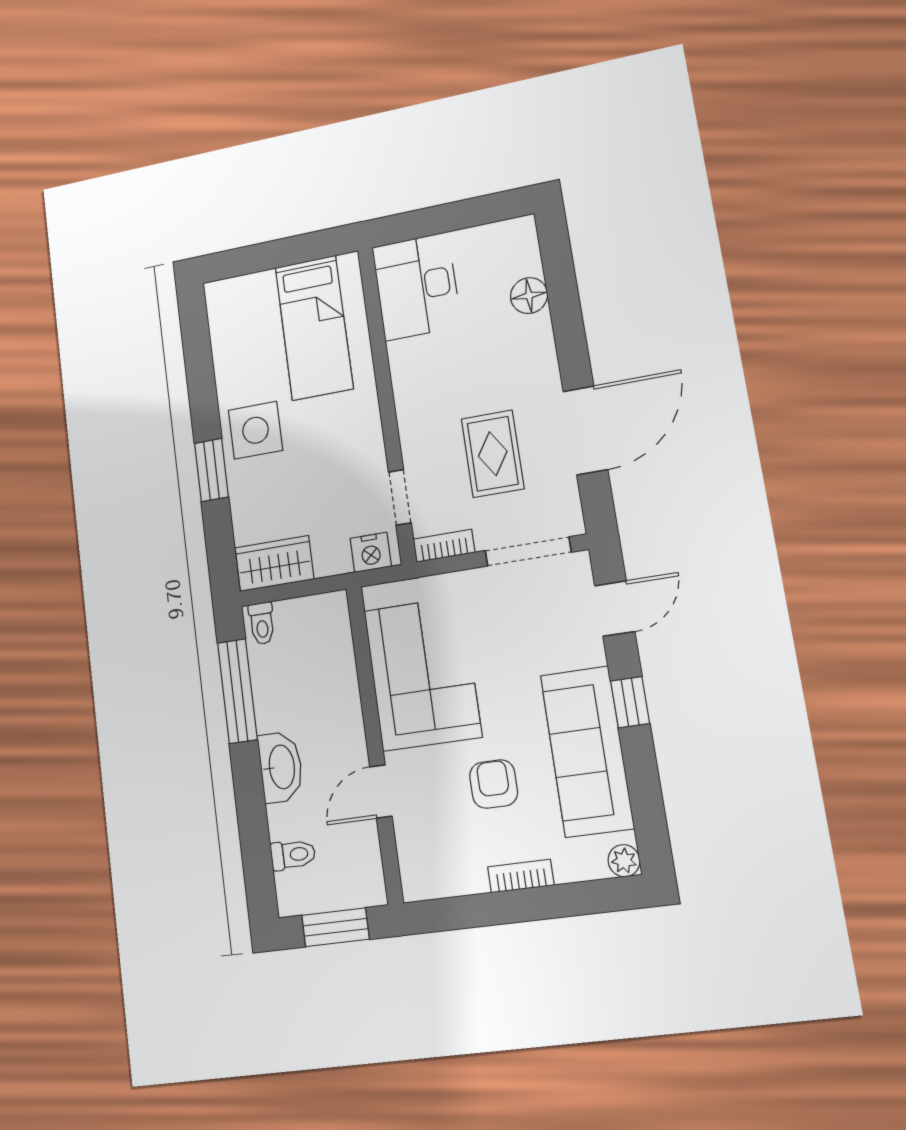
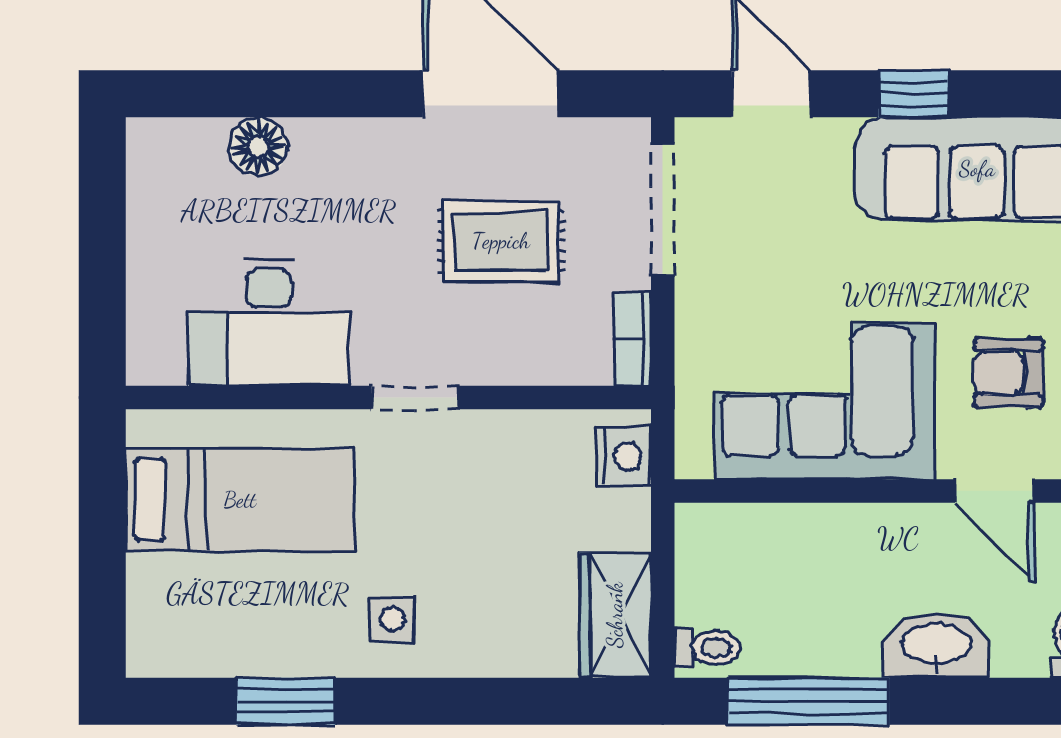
desk: (416, 286) -> (269, 323), moved
side table: (256, 430) -> (392, 619), width x0.54, depth x0.54
window: (211, 470) -> (286, 701), moved
doorway: (400, 497) -> (415, 398), moved
armchair: (494, 784) -> (1009, 373), moved

